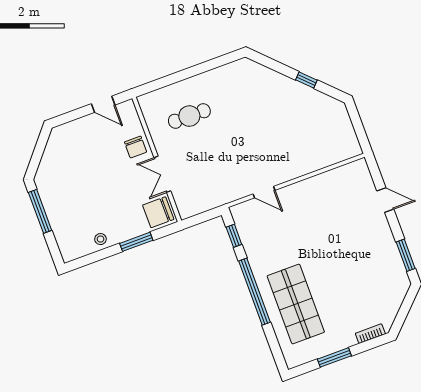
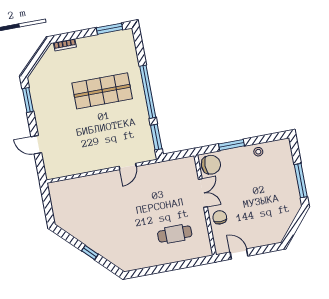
window: (306, 80) -> (90, 253), moved
door: (264, 192) -> (128, 166), swing flipped
window: (234, 236) -> (156, 137), width x1.50
shop shelf: (296, 304) -> (102, 91), moved, turned 90
window: (334, 357) -> (110, 29), moved

